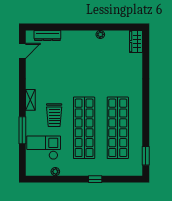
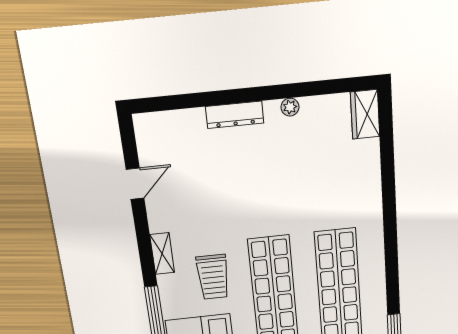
dresser: (47, 36) -> (235, 115), moved
door: (22, 51) -> (135, 184), moved

